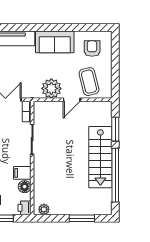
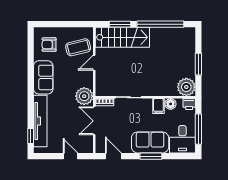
plant: (51, 88) -> (84, 96), moved
door: (72, 100) -> (94, 63), swing flipped
stairs: (100, 157) -> (122, 37), moved
plant: (44, 209) -> (186, 87), width x1.88, depth x1.88
window: (82, 218) -> (198, 64), moved

